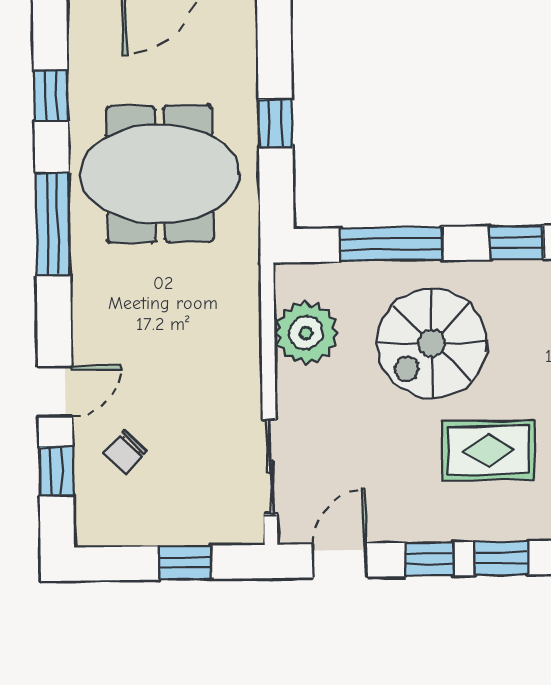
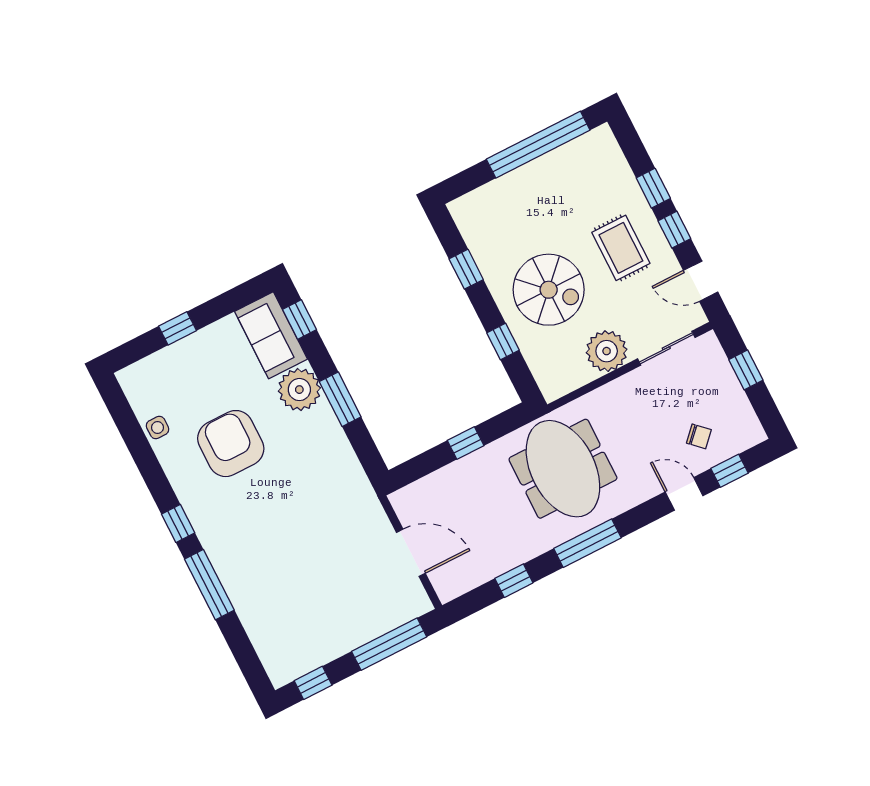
meeting table: (160, 174) -> (563, 469), moved
window: (391, 244) -> (503, 341), width x0.46
plant: (306, 333) -> (607, 351), moved
rug: (488, 450) -> (621, 248), moved

